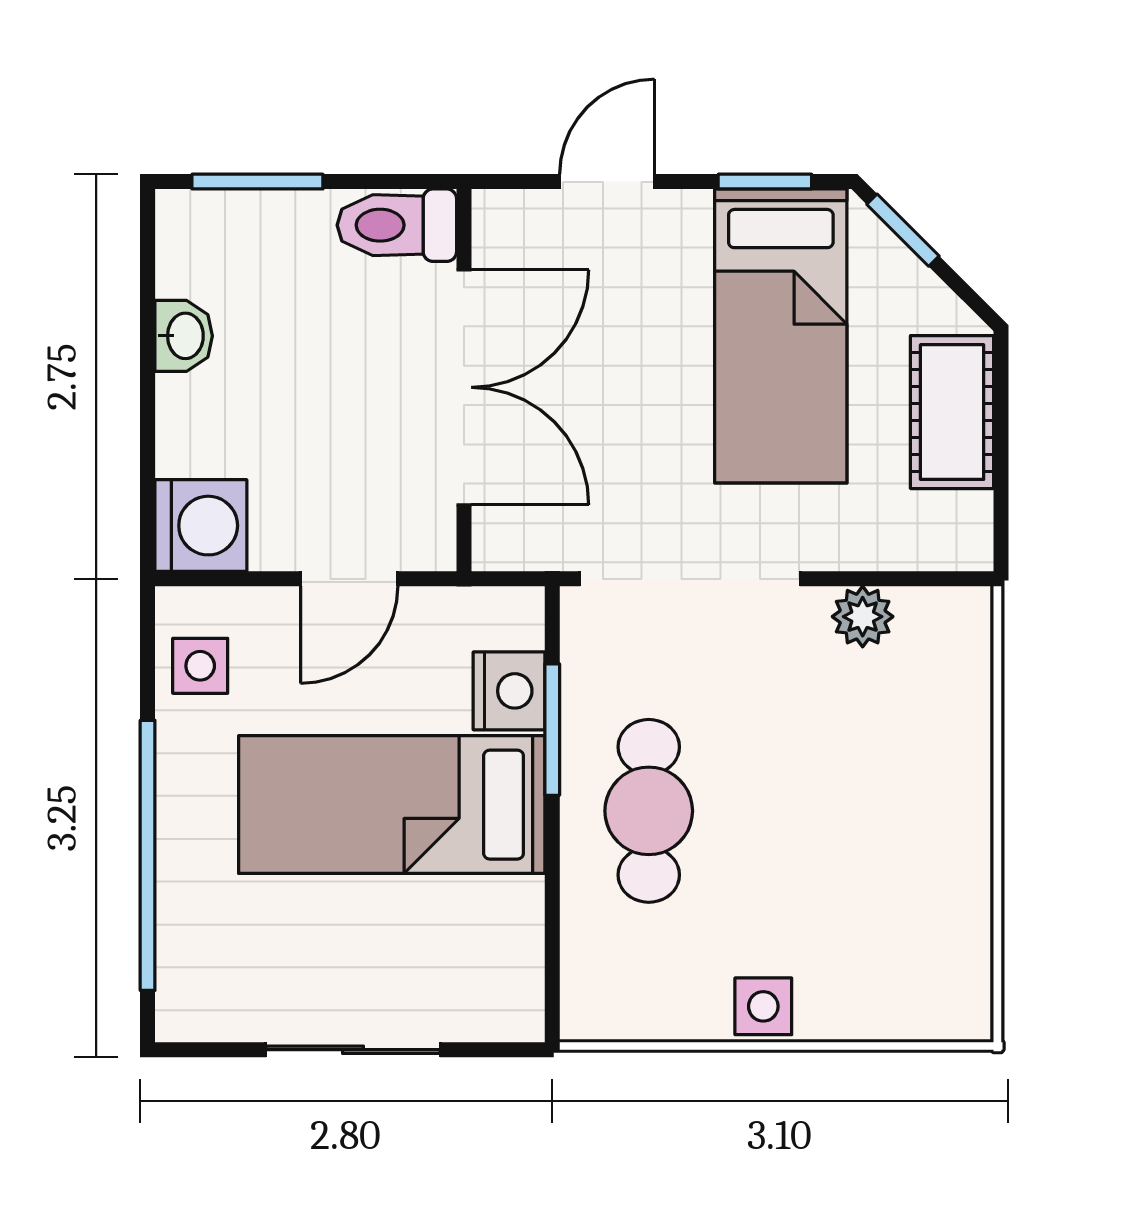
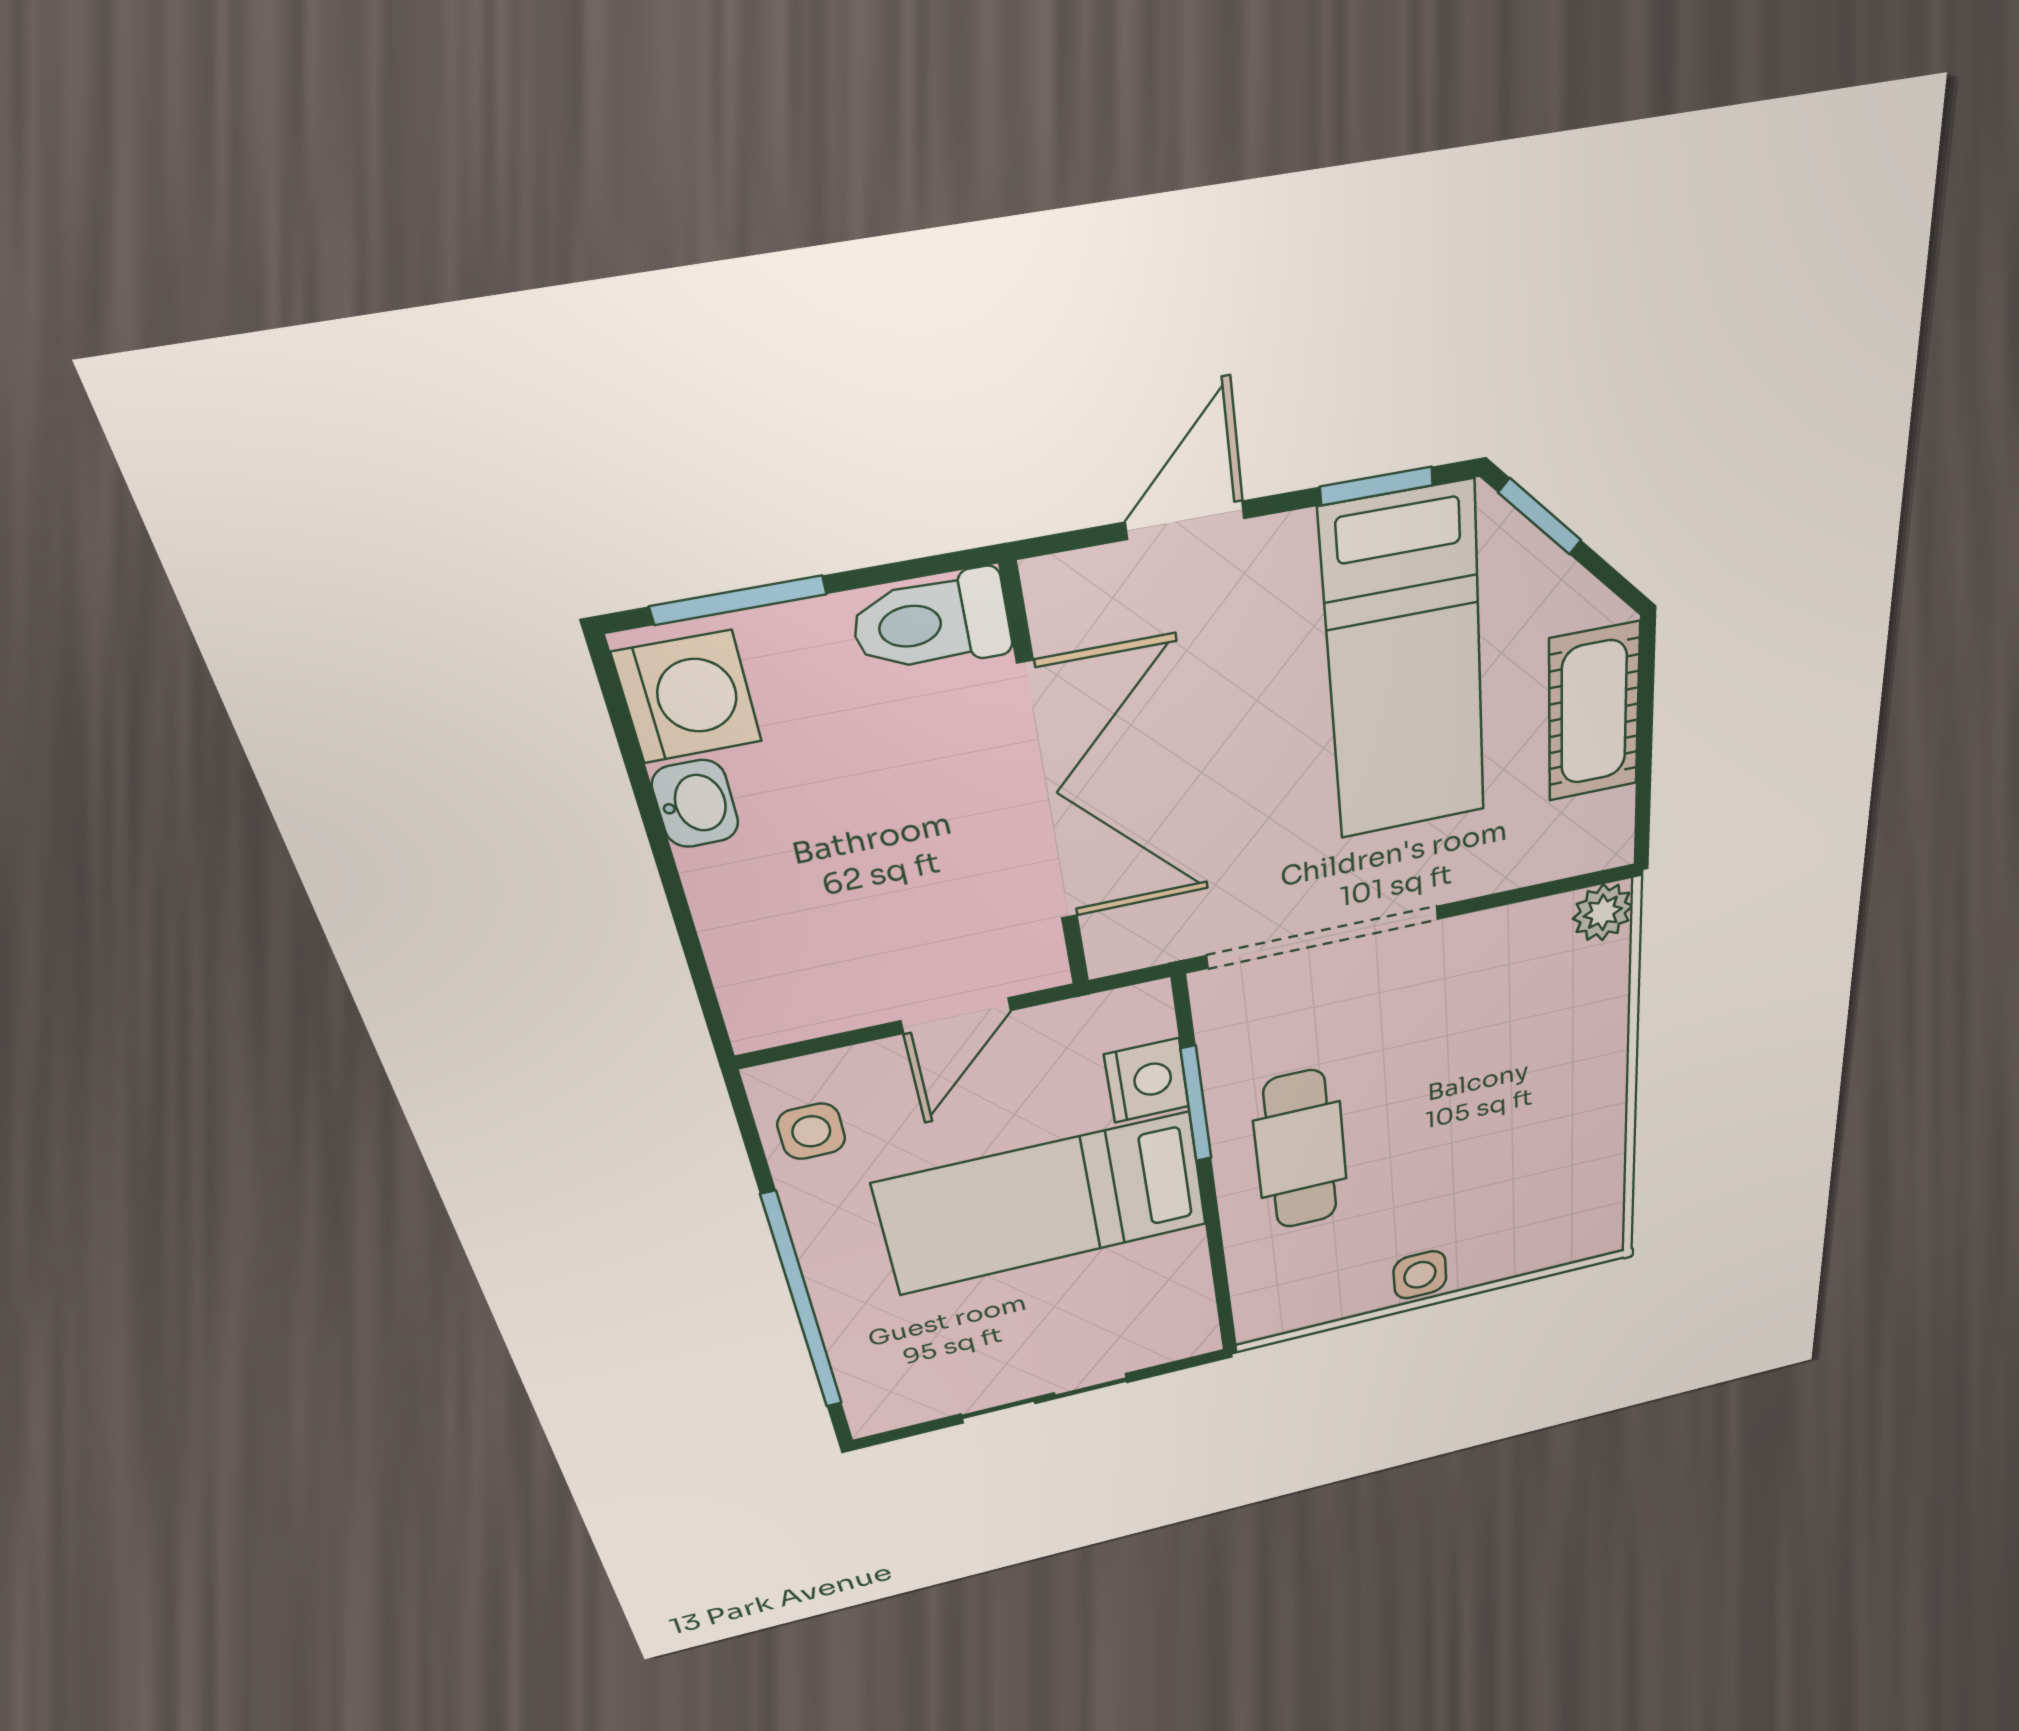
washing machine: (201, 526) -> (687, 697), moved
plant: (863, 617) -> (1603, 912), moved

